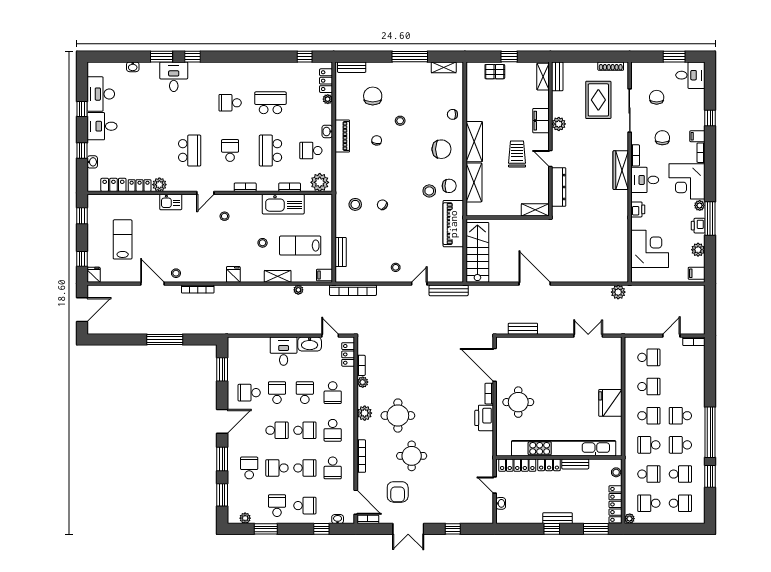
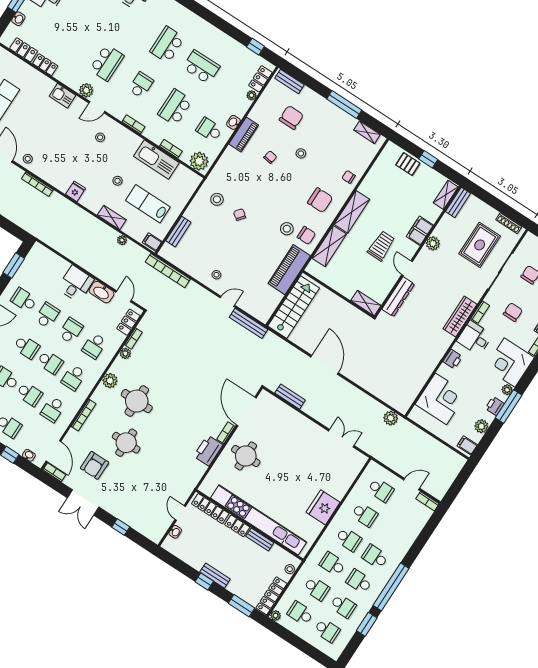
school desk: (230, 103) -> (167, 45), width x1.85
plant: (159, 185) -> (86, 90), moved

